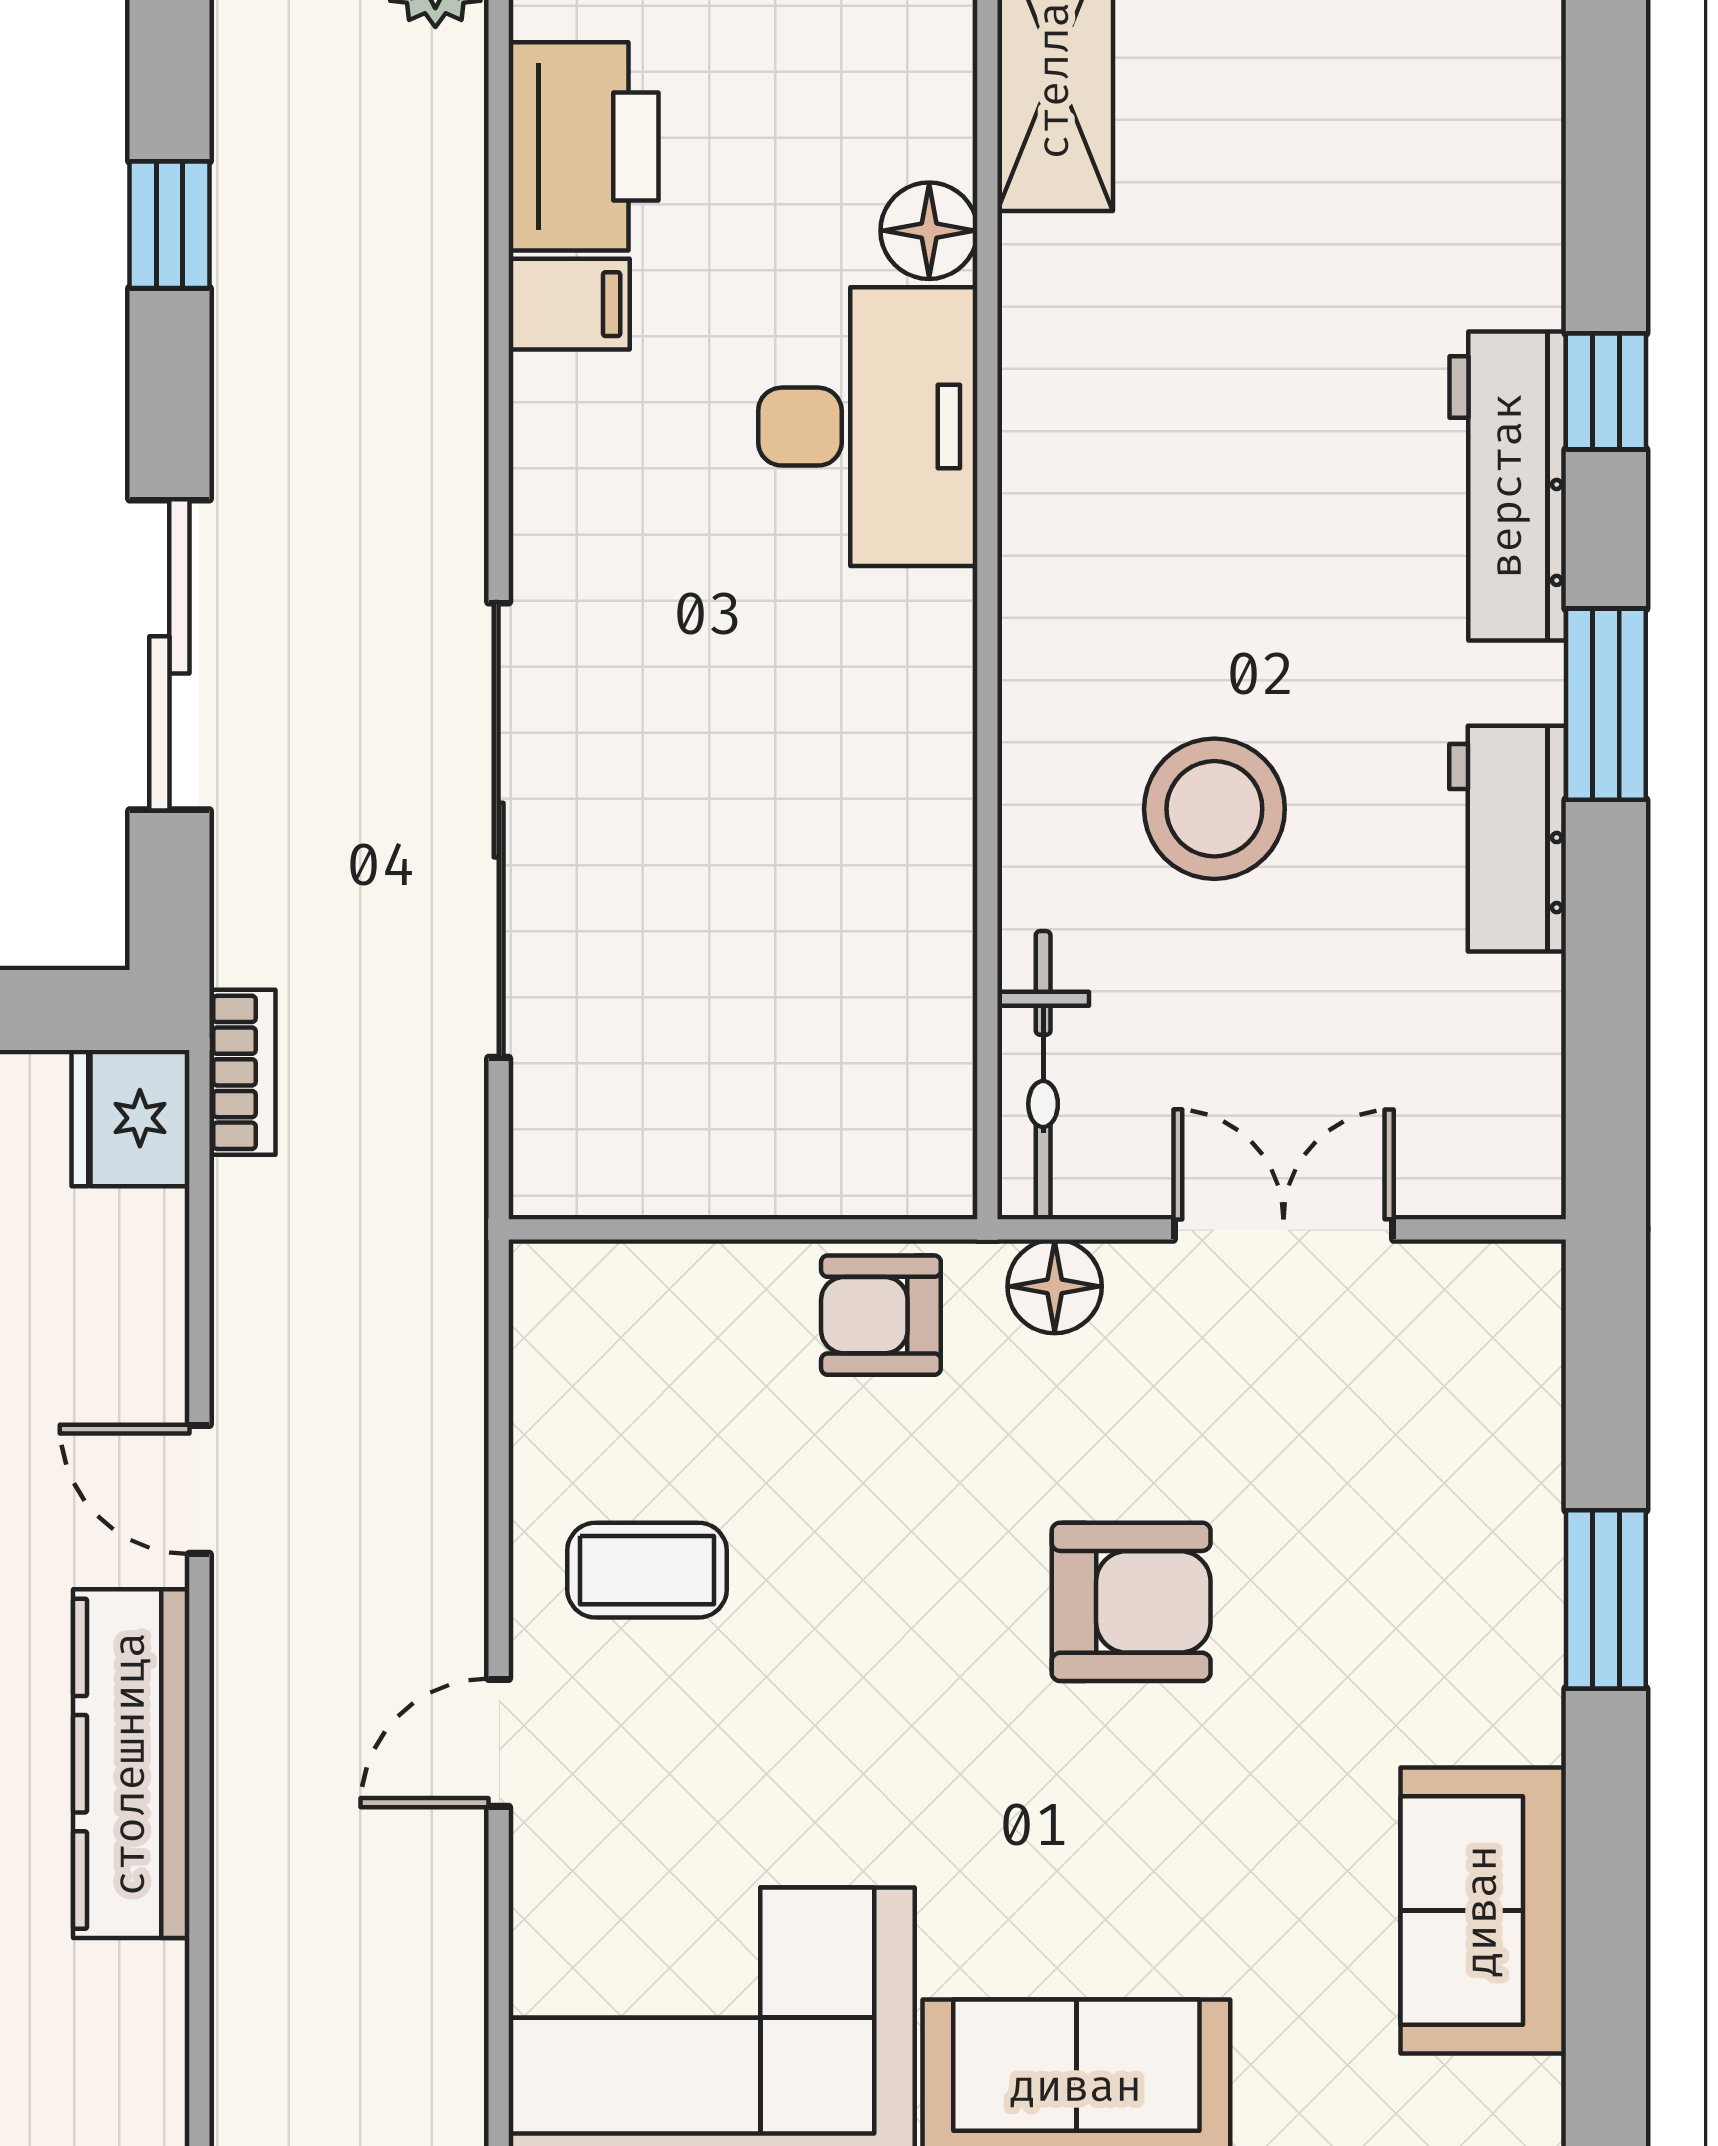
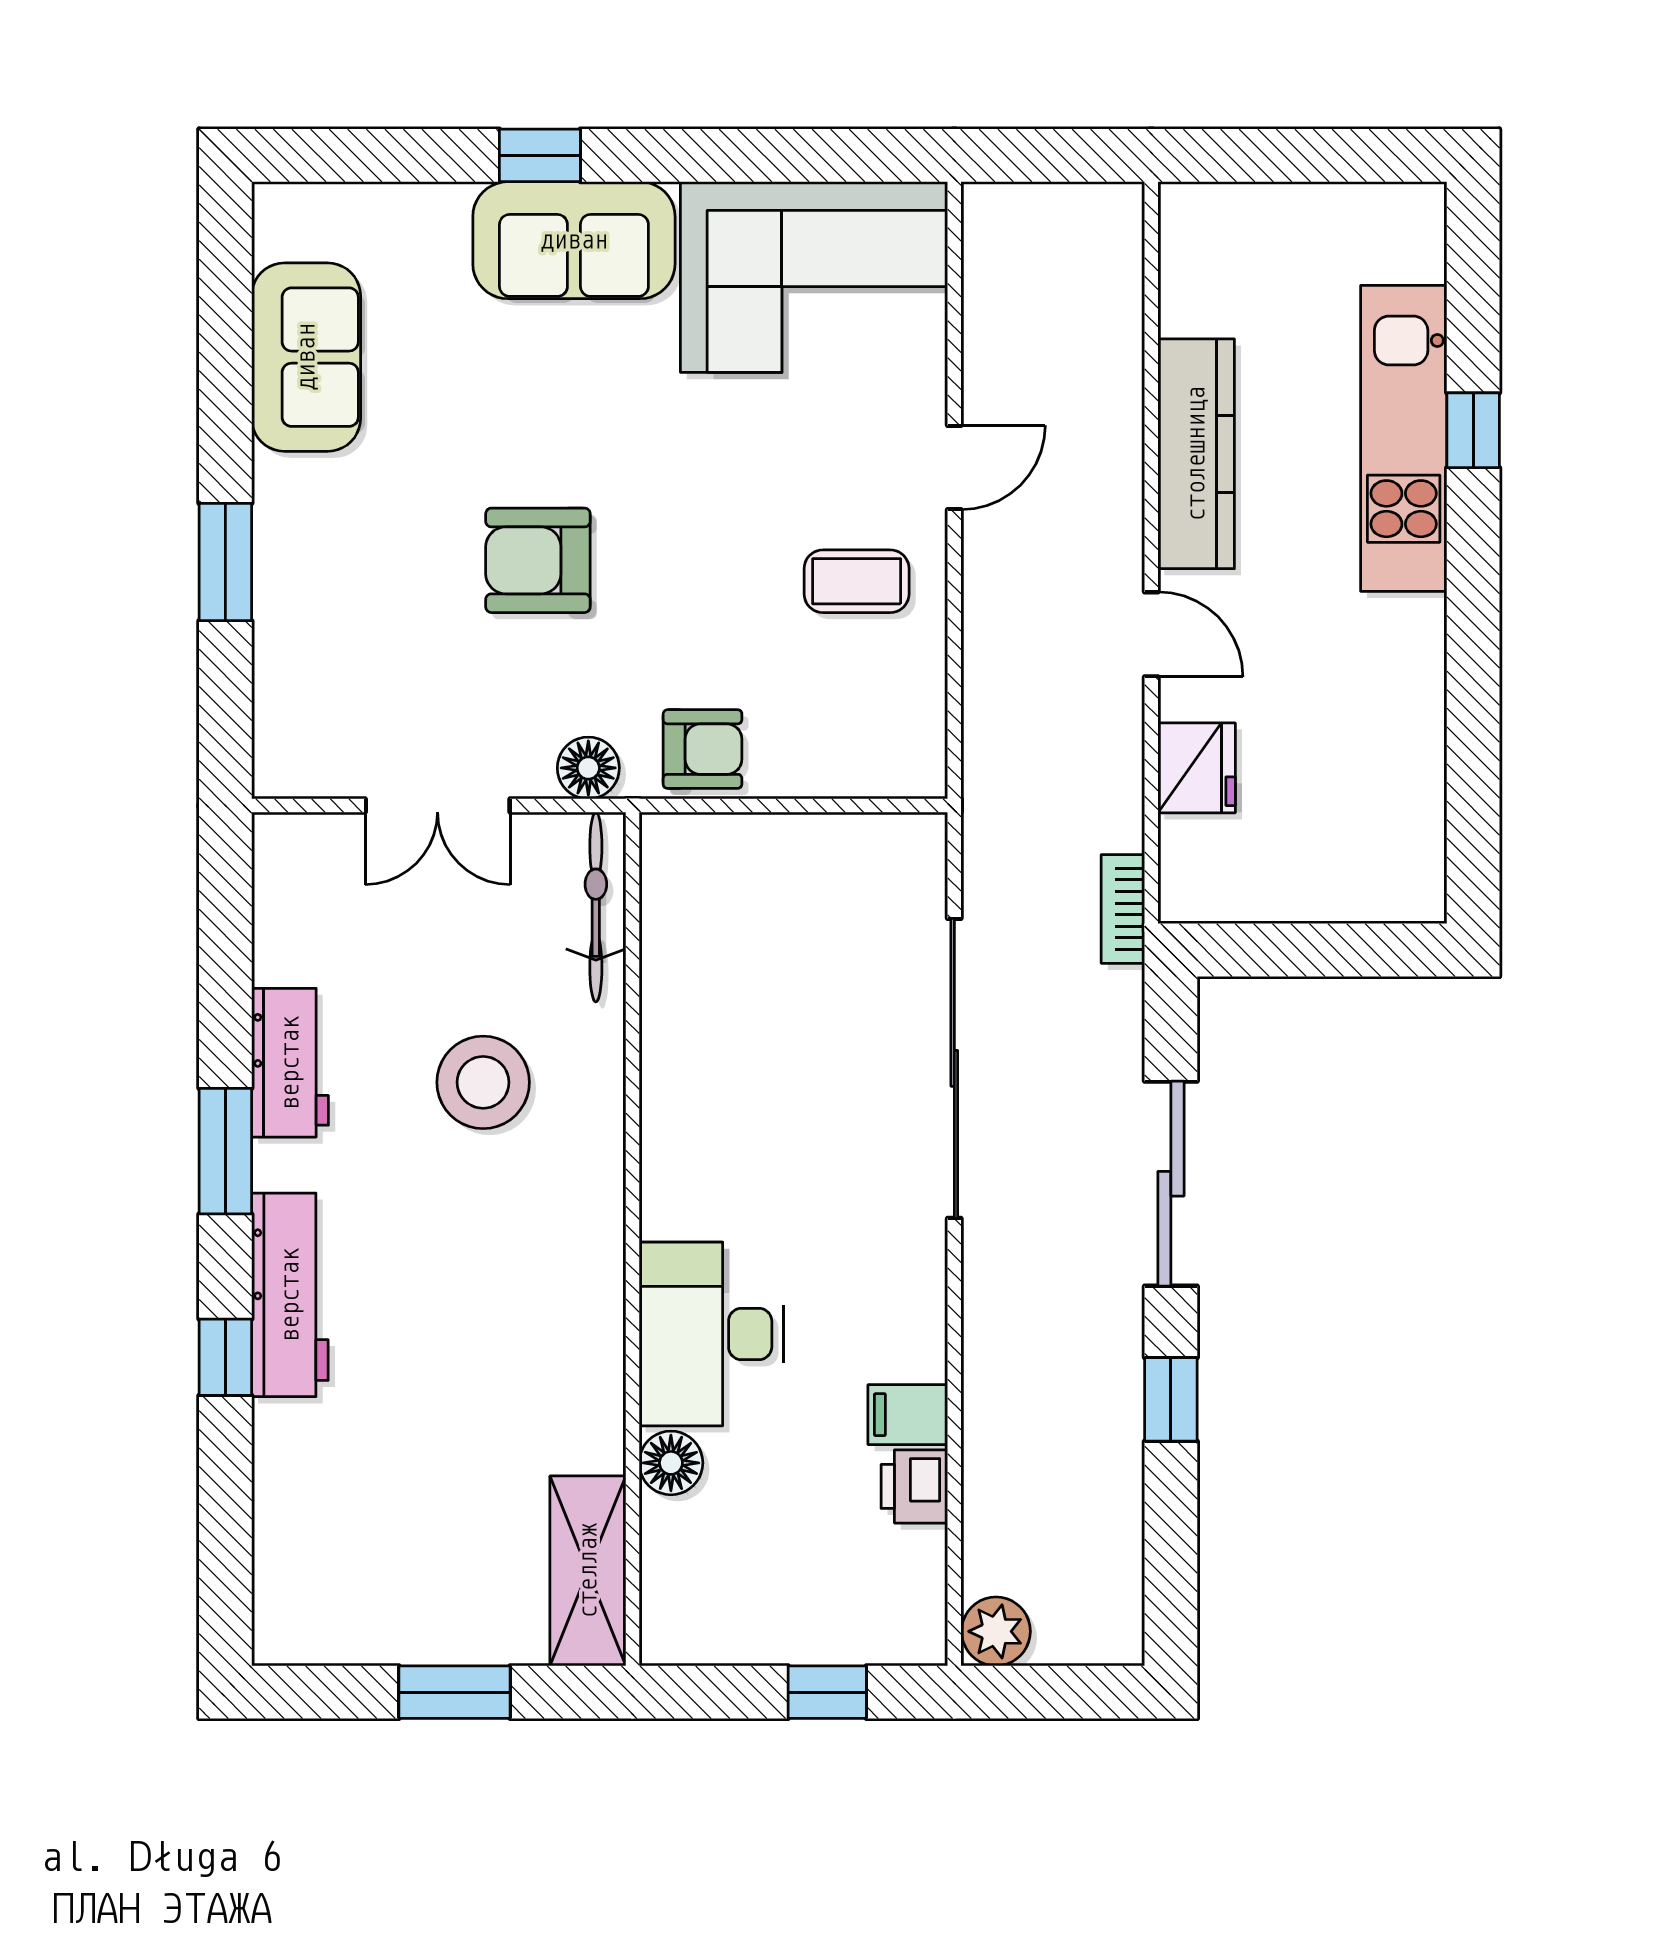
printer: (583, 146) -> (914, 1486), width x0.53, depth x0.68
window: (169, 225) -> (1171, 1399), moved
fridge: (131, 1118) -> (1197, 768), moved

